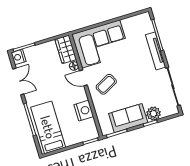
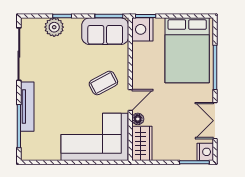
door: (83, 78) -> (130, 100), hinge flipped
nightstand: (84, 111) -> (142, 29), moved
sofa: (128, 118) -> (105, 31), moved
bed: (48, 127) -> (187, 50), width x1.50

